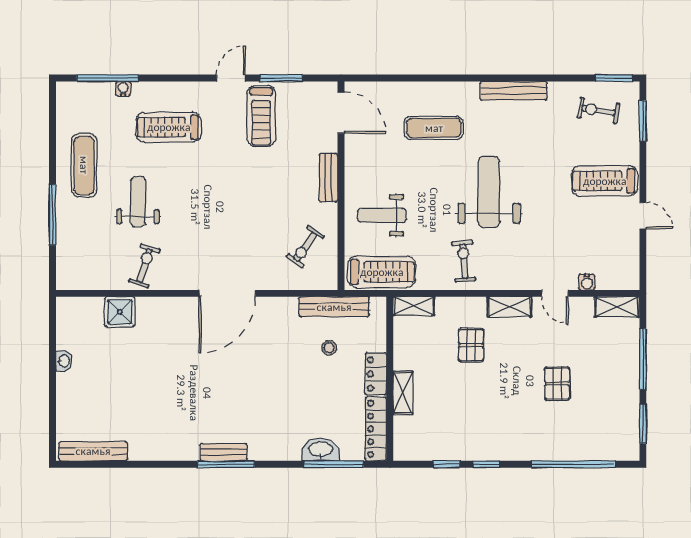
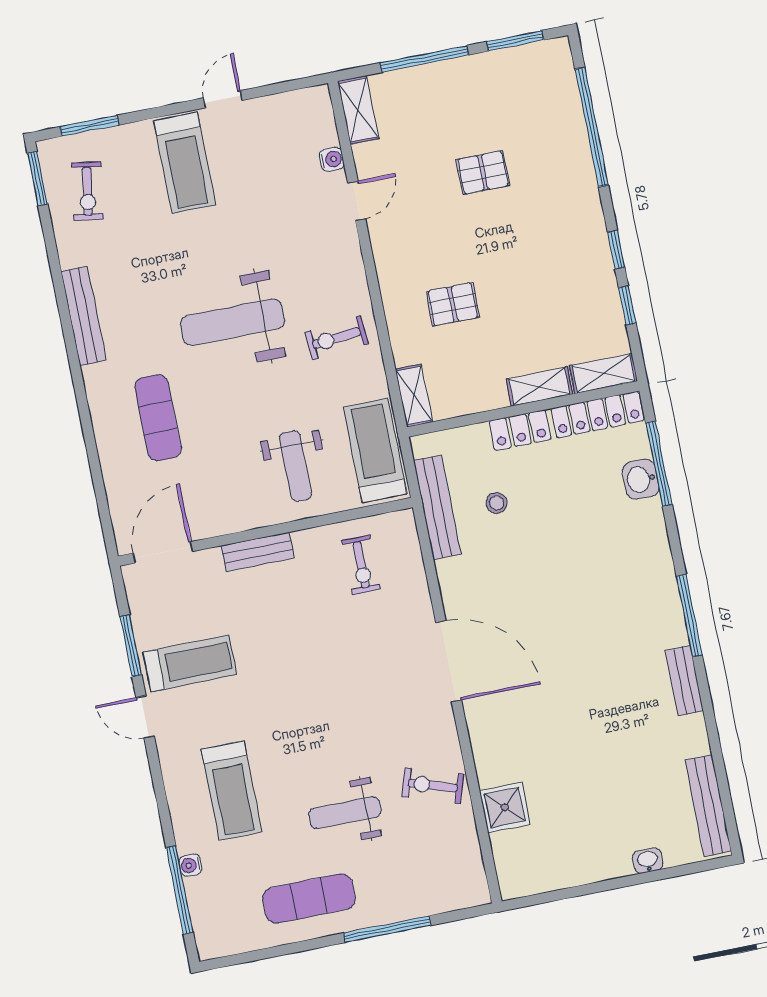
exercise bike: (305, 247) -> (361, 565), turned 55
shelving: (509, 307) -> (603, 373), moved, turned 90
washbasin: (64, 361) -> (648, 861), moved
washbasin: (320, 450) -> (641, 479), width x0.72
bench: (224, 452) -> (684, 681), moved

